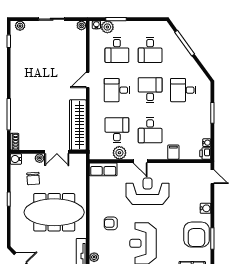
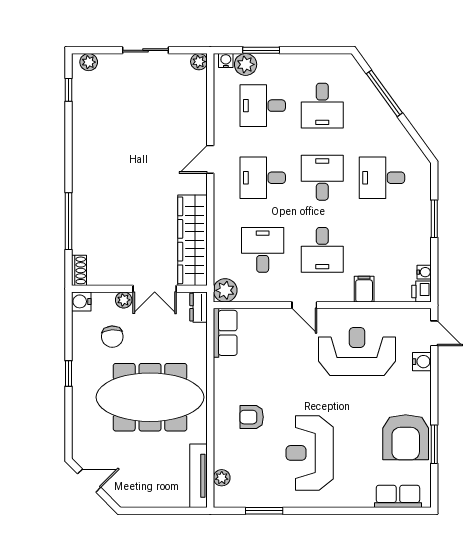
desk: (117, 50) -> (263, 106), turned 90
plant: (119, 153) -> (225, 290), moved
dresser: (81, 162) -> (199, 307), added
row of seats: (103, 169) -> (225, 333), moved, turned -90
reception desk: (148, 191) -> (357, 351), moved
water cooler: (206, 208) -> (422, 362), moved

